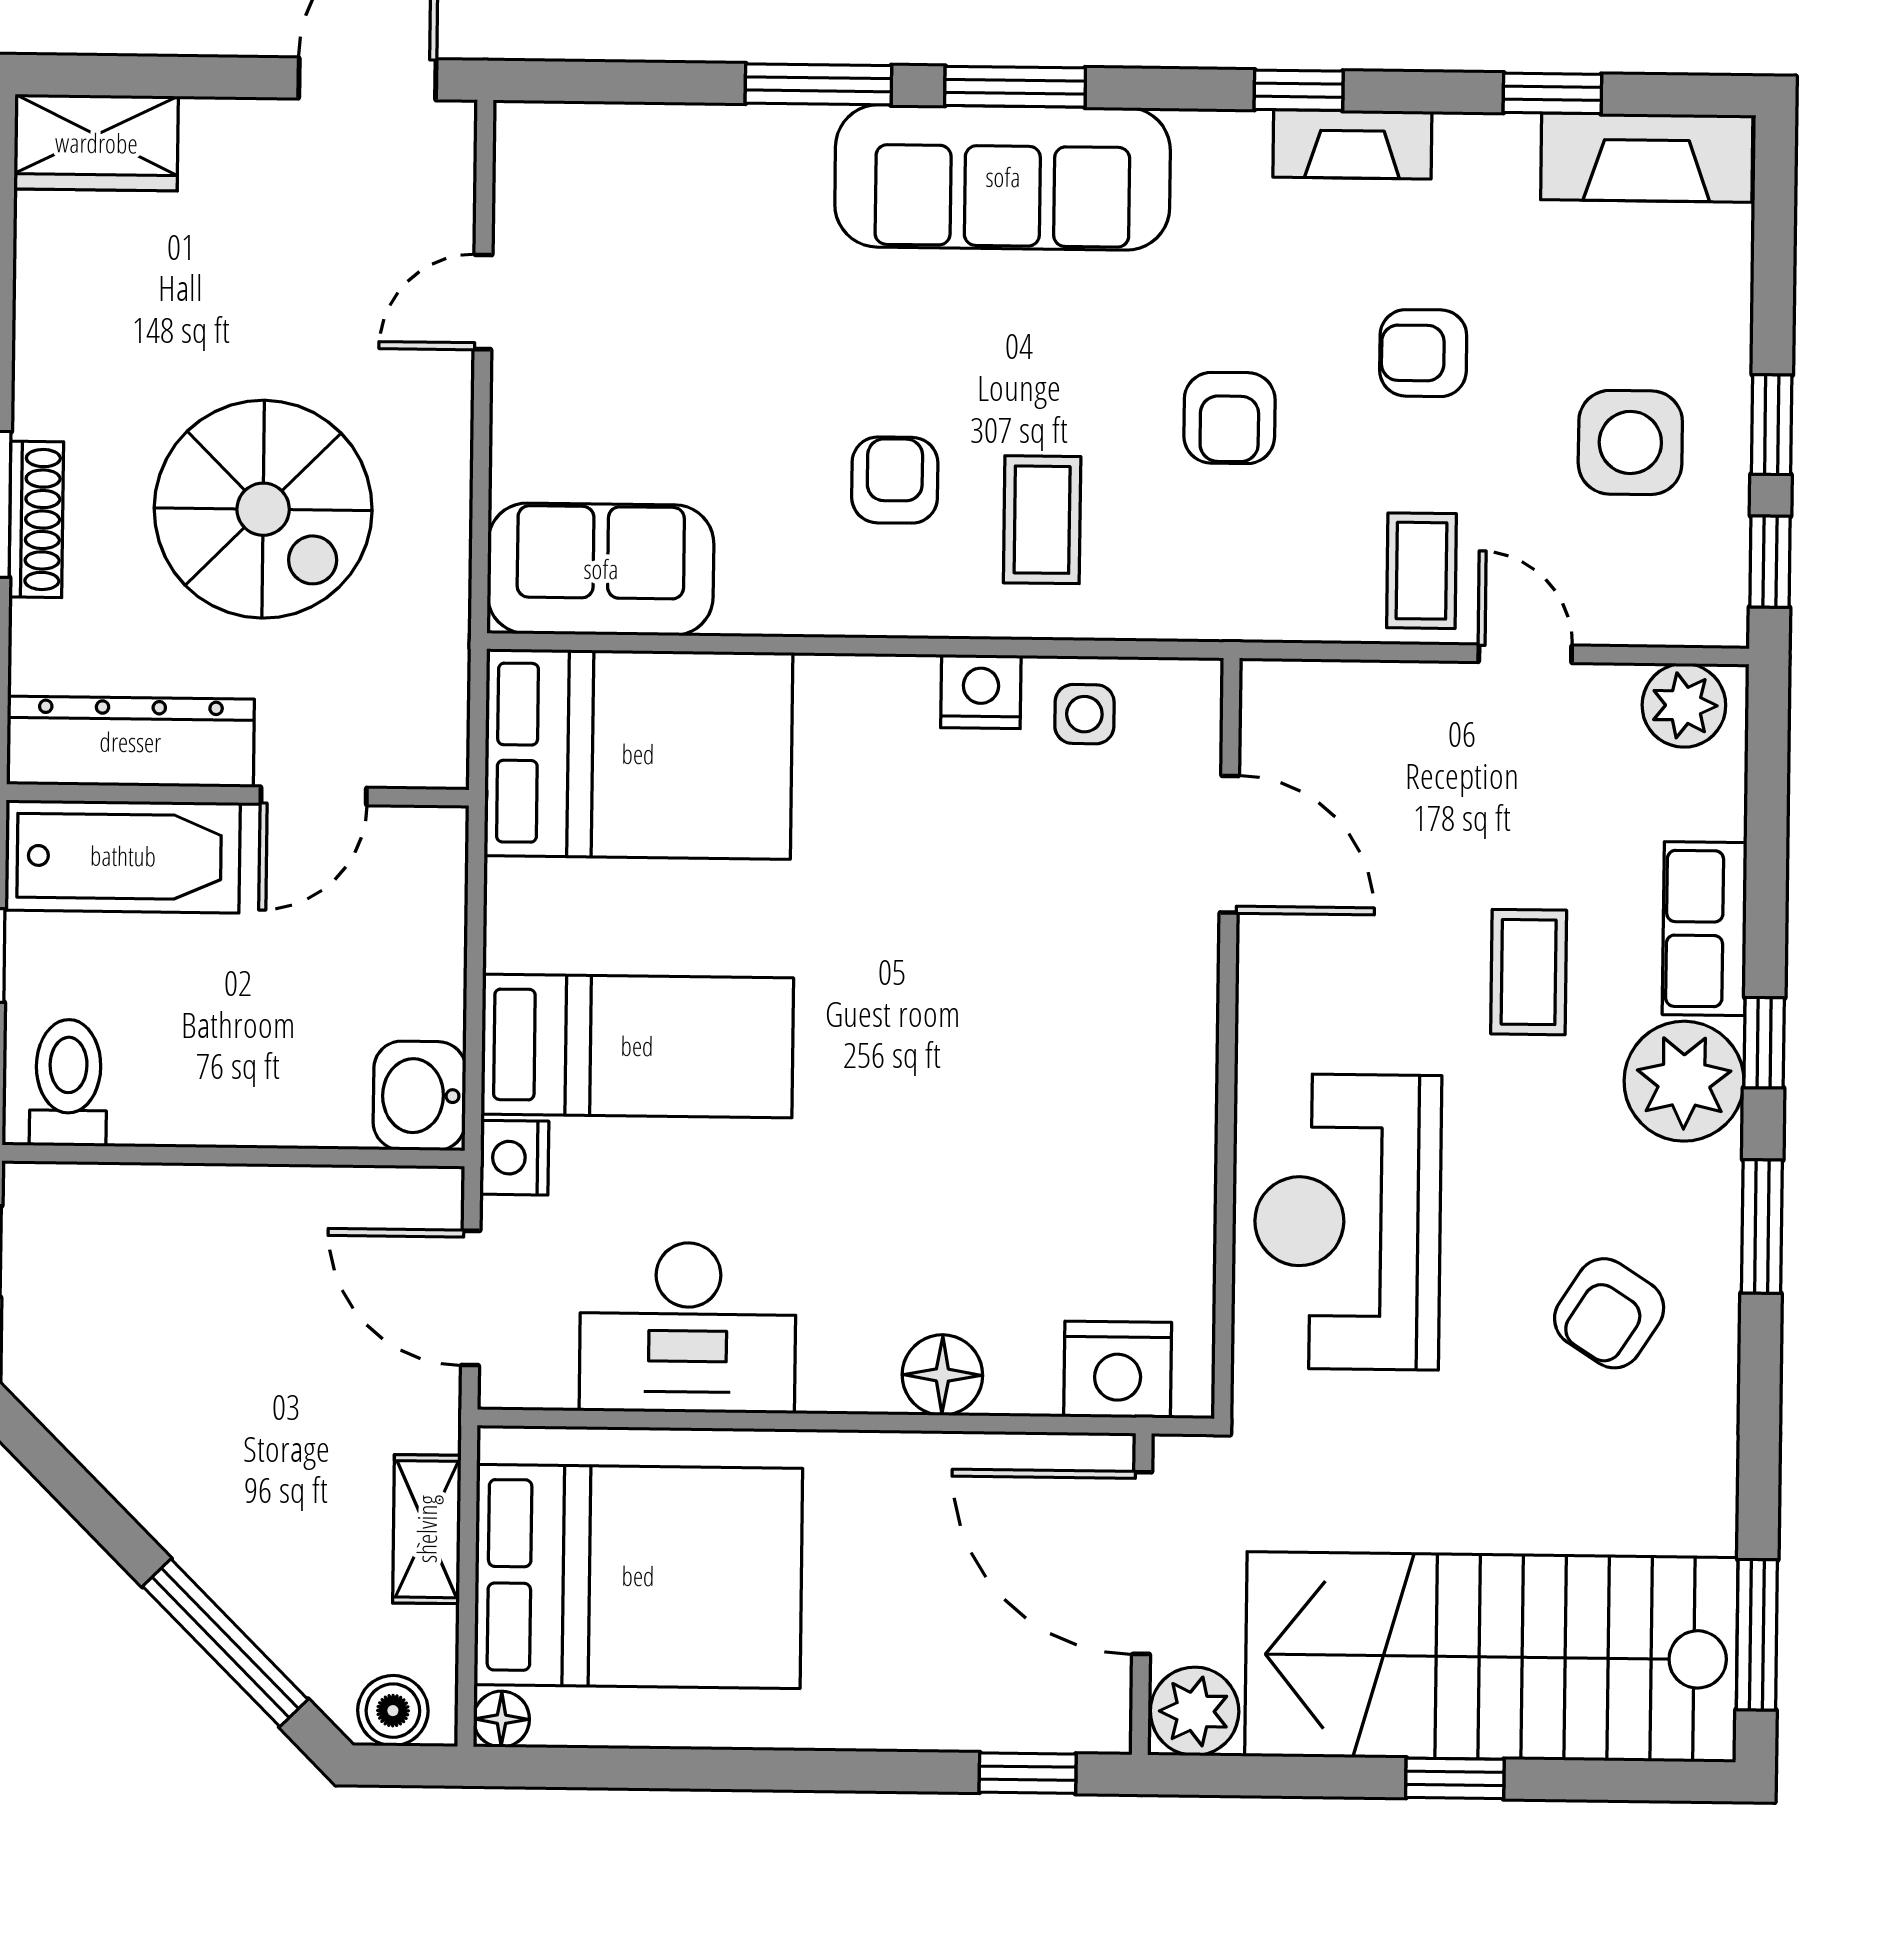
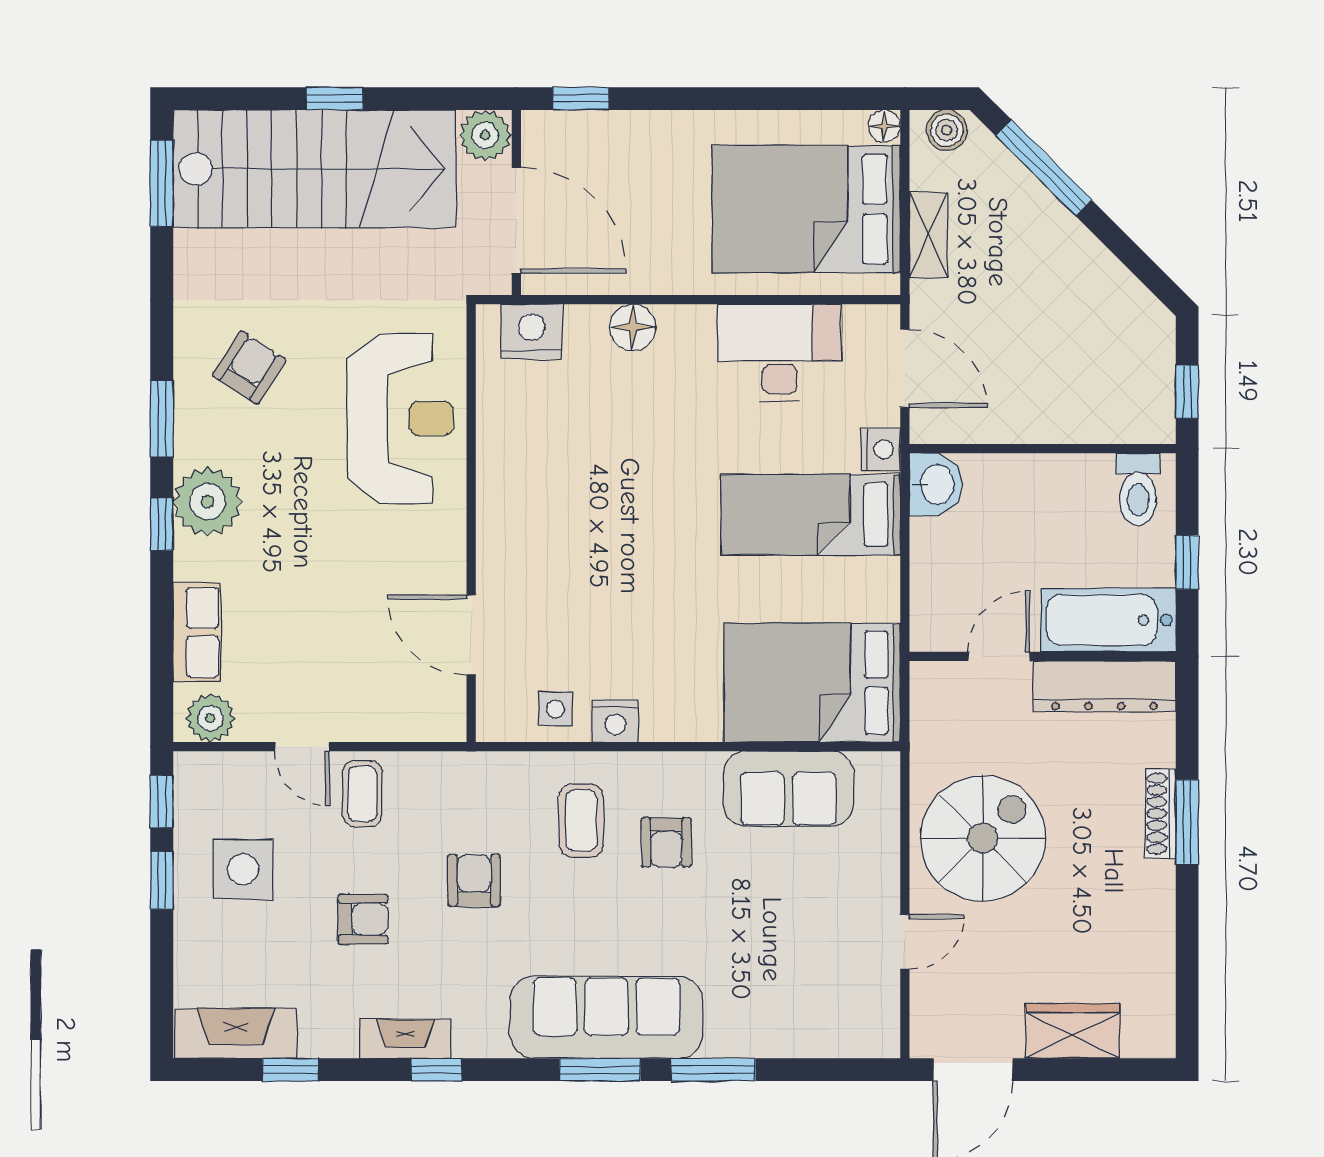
wardrobe: (96, 143) -> (1072, 1031), moved
spiral stairs: (263, 509) -> (983, 838), moved, turned 90
sofa: (601, 569) -> (788, 789), moved
row of seats: (1705, 929) -> (197, 632), moved
coffee table: (1529, 972) -> (298, 563), removed

